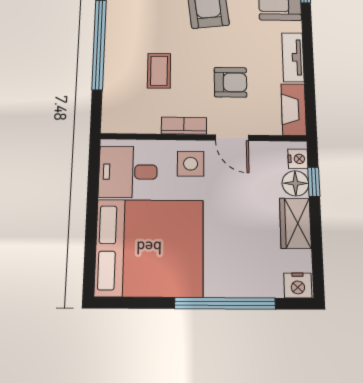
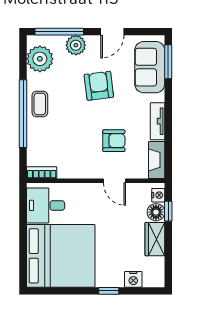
coffee table: (159, 71) -> (40, 104), moved
bookcase: (184, 126) -> (42, 173), moved
side table: (191, 164) -> (87, 199), removed
nightstand: (298, 285) -> (133, 279), moved
window: (225, 303) -> (109, 291), width x0.32

